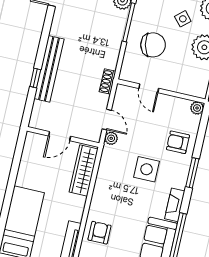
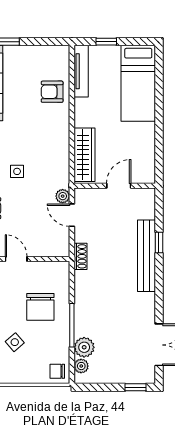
chair: (153, 45) -> (40, 307), turned -77
door: (149, 88) -> (16, 259), moved
side table: (147, 169) -> (17, 171), width x0.54, depth x0.54
armchair: (100, 233) -> (52, 92), turned 90

